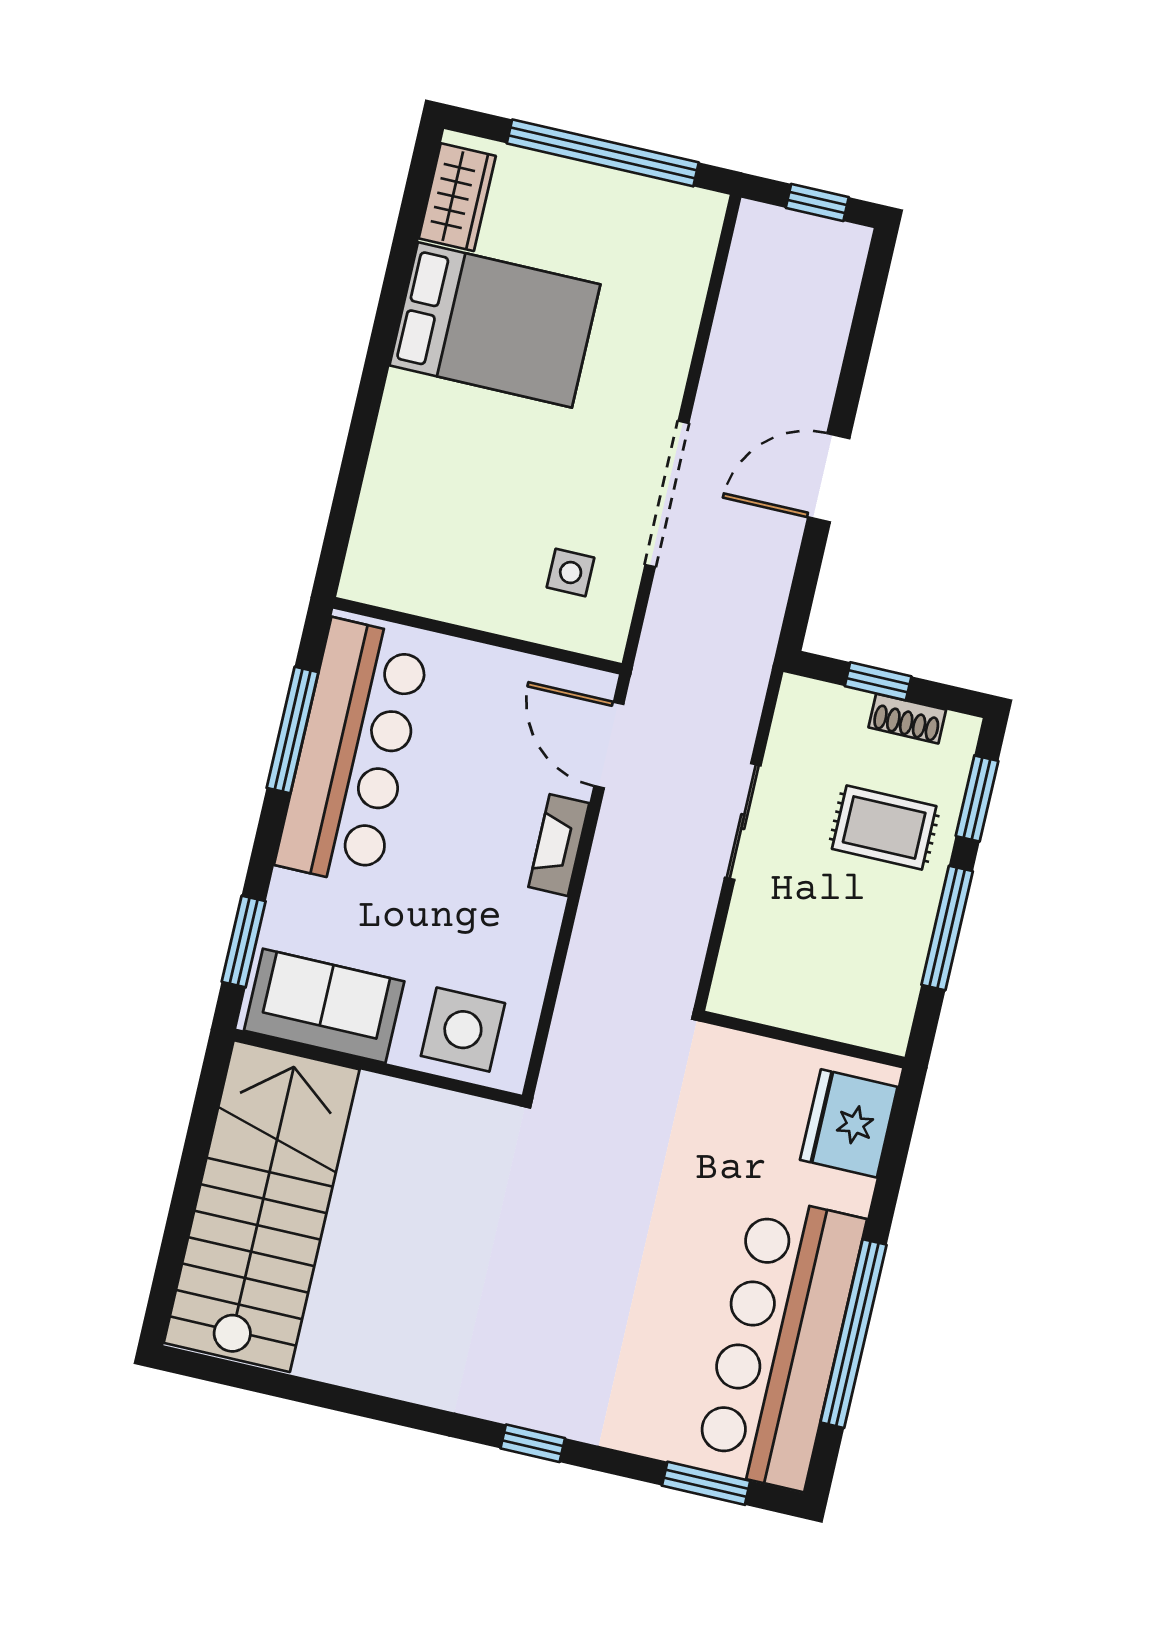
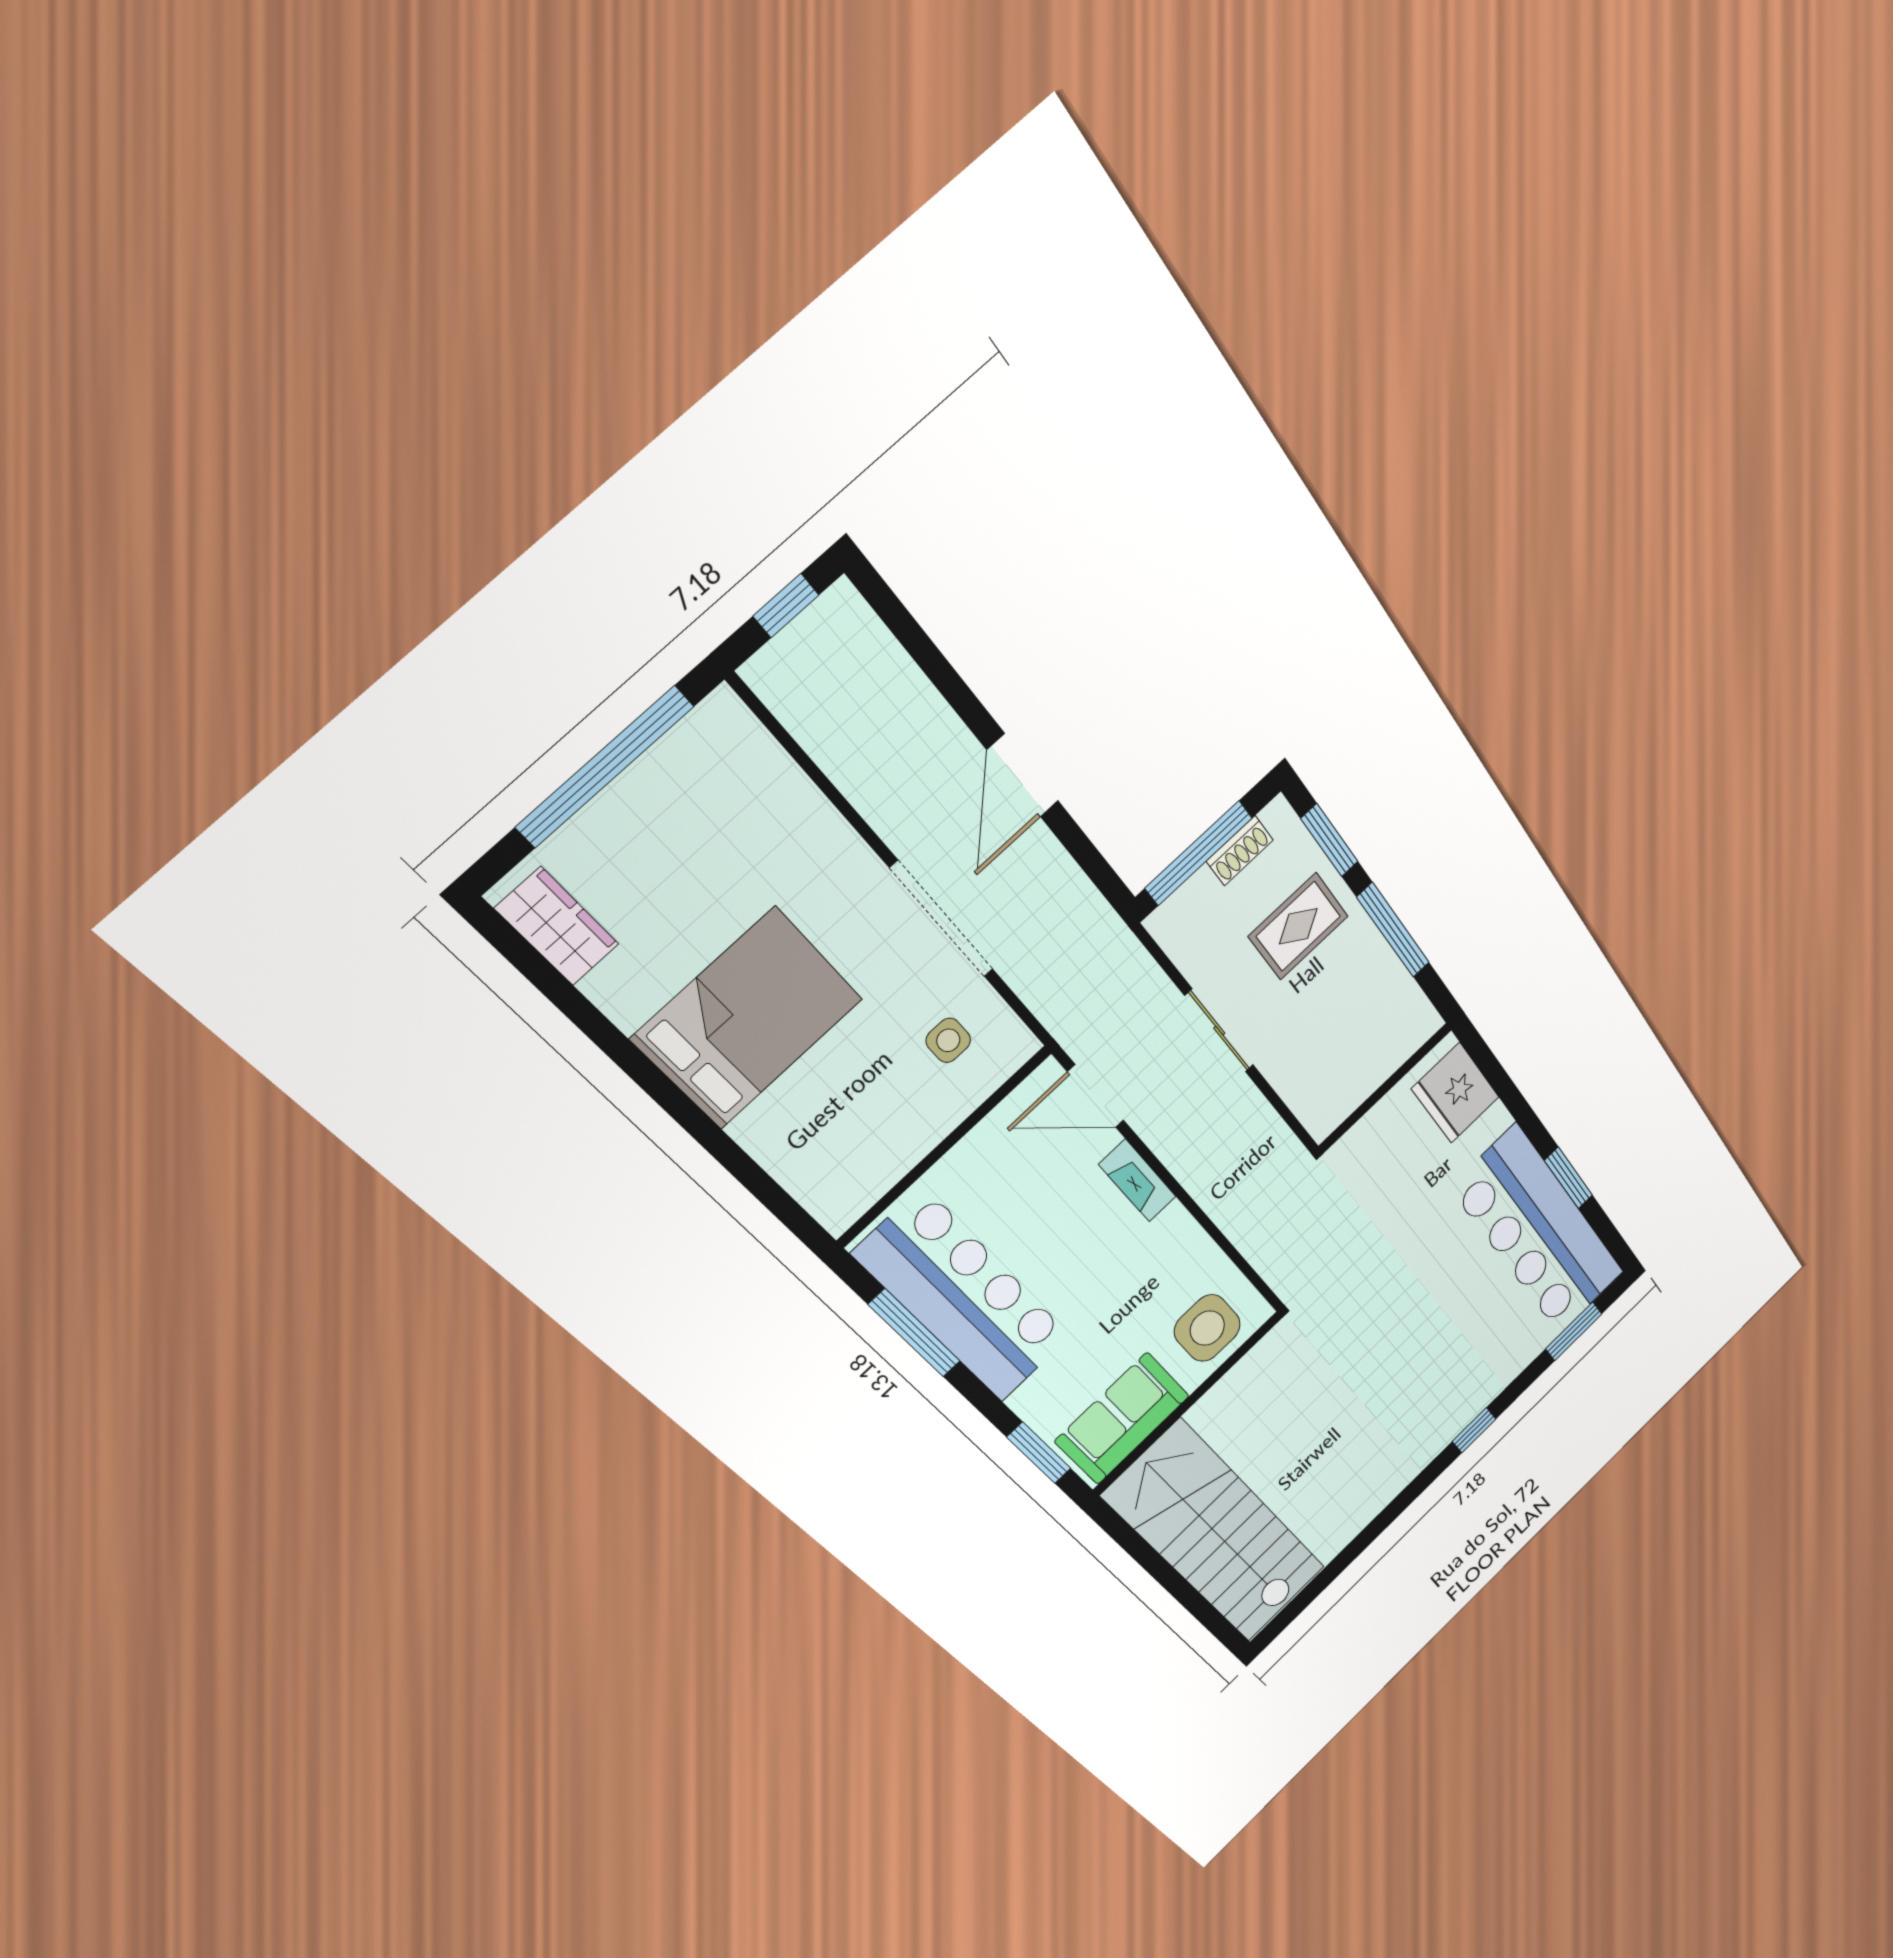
bed: (495, 325) -> (748, 1019), moved
window: (878, 681) -> (1199, 853), width x2.17
window: (853, 1334) -> (1569, 1178), width x0.47

